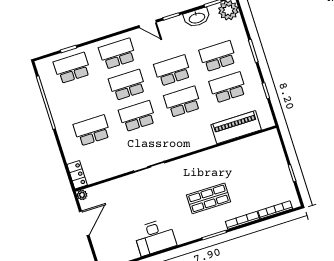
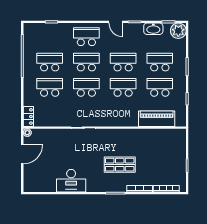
school desk: (72, 68) -> (50, 62), moved

